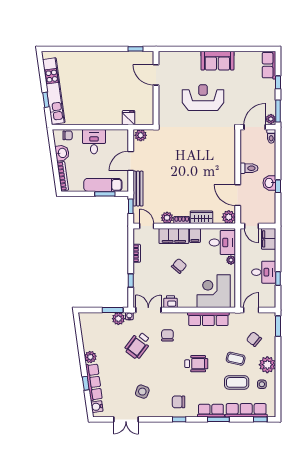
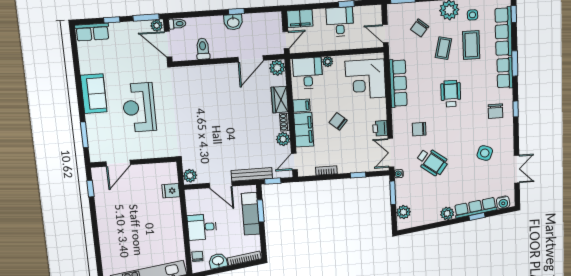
window: (183, 49) -> (84, 135), added
toilet: (249, 168) -> (203, 49), moved
plant: (118, 319) -> (404, 212), moved

